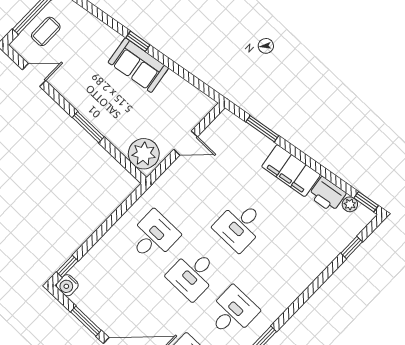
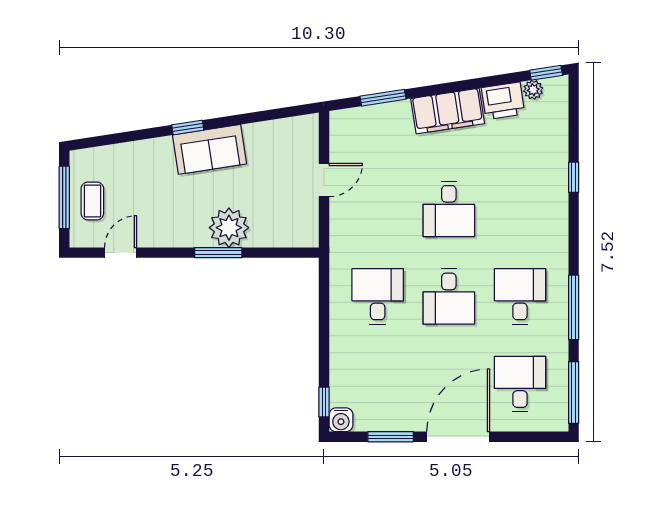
plant: (144, 154) -> (229, 228), moved
window: (352, 247) -> (574, 177), moved

